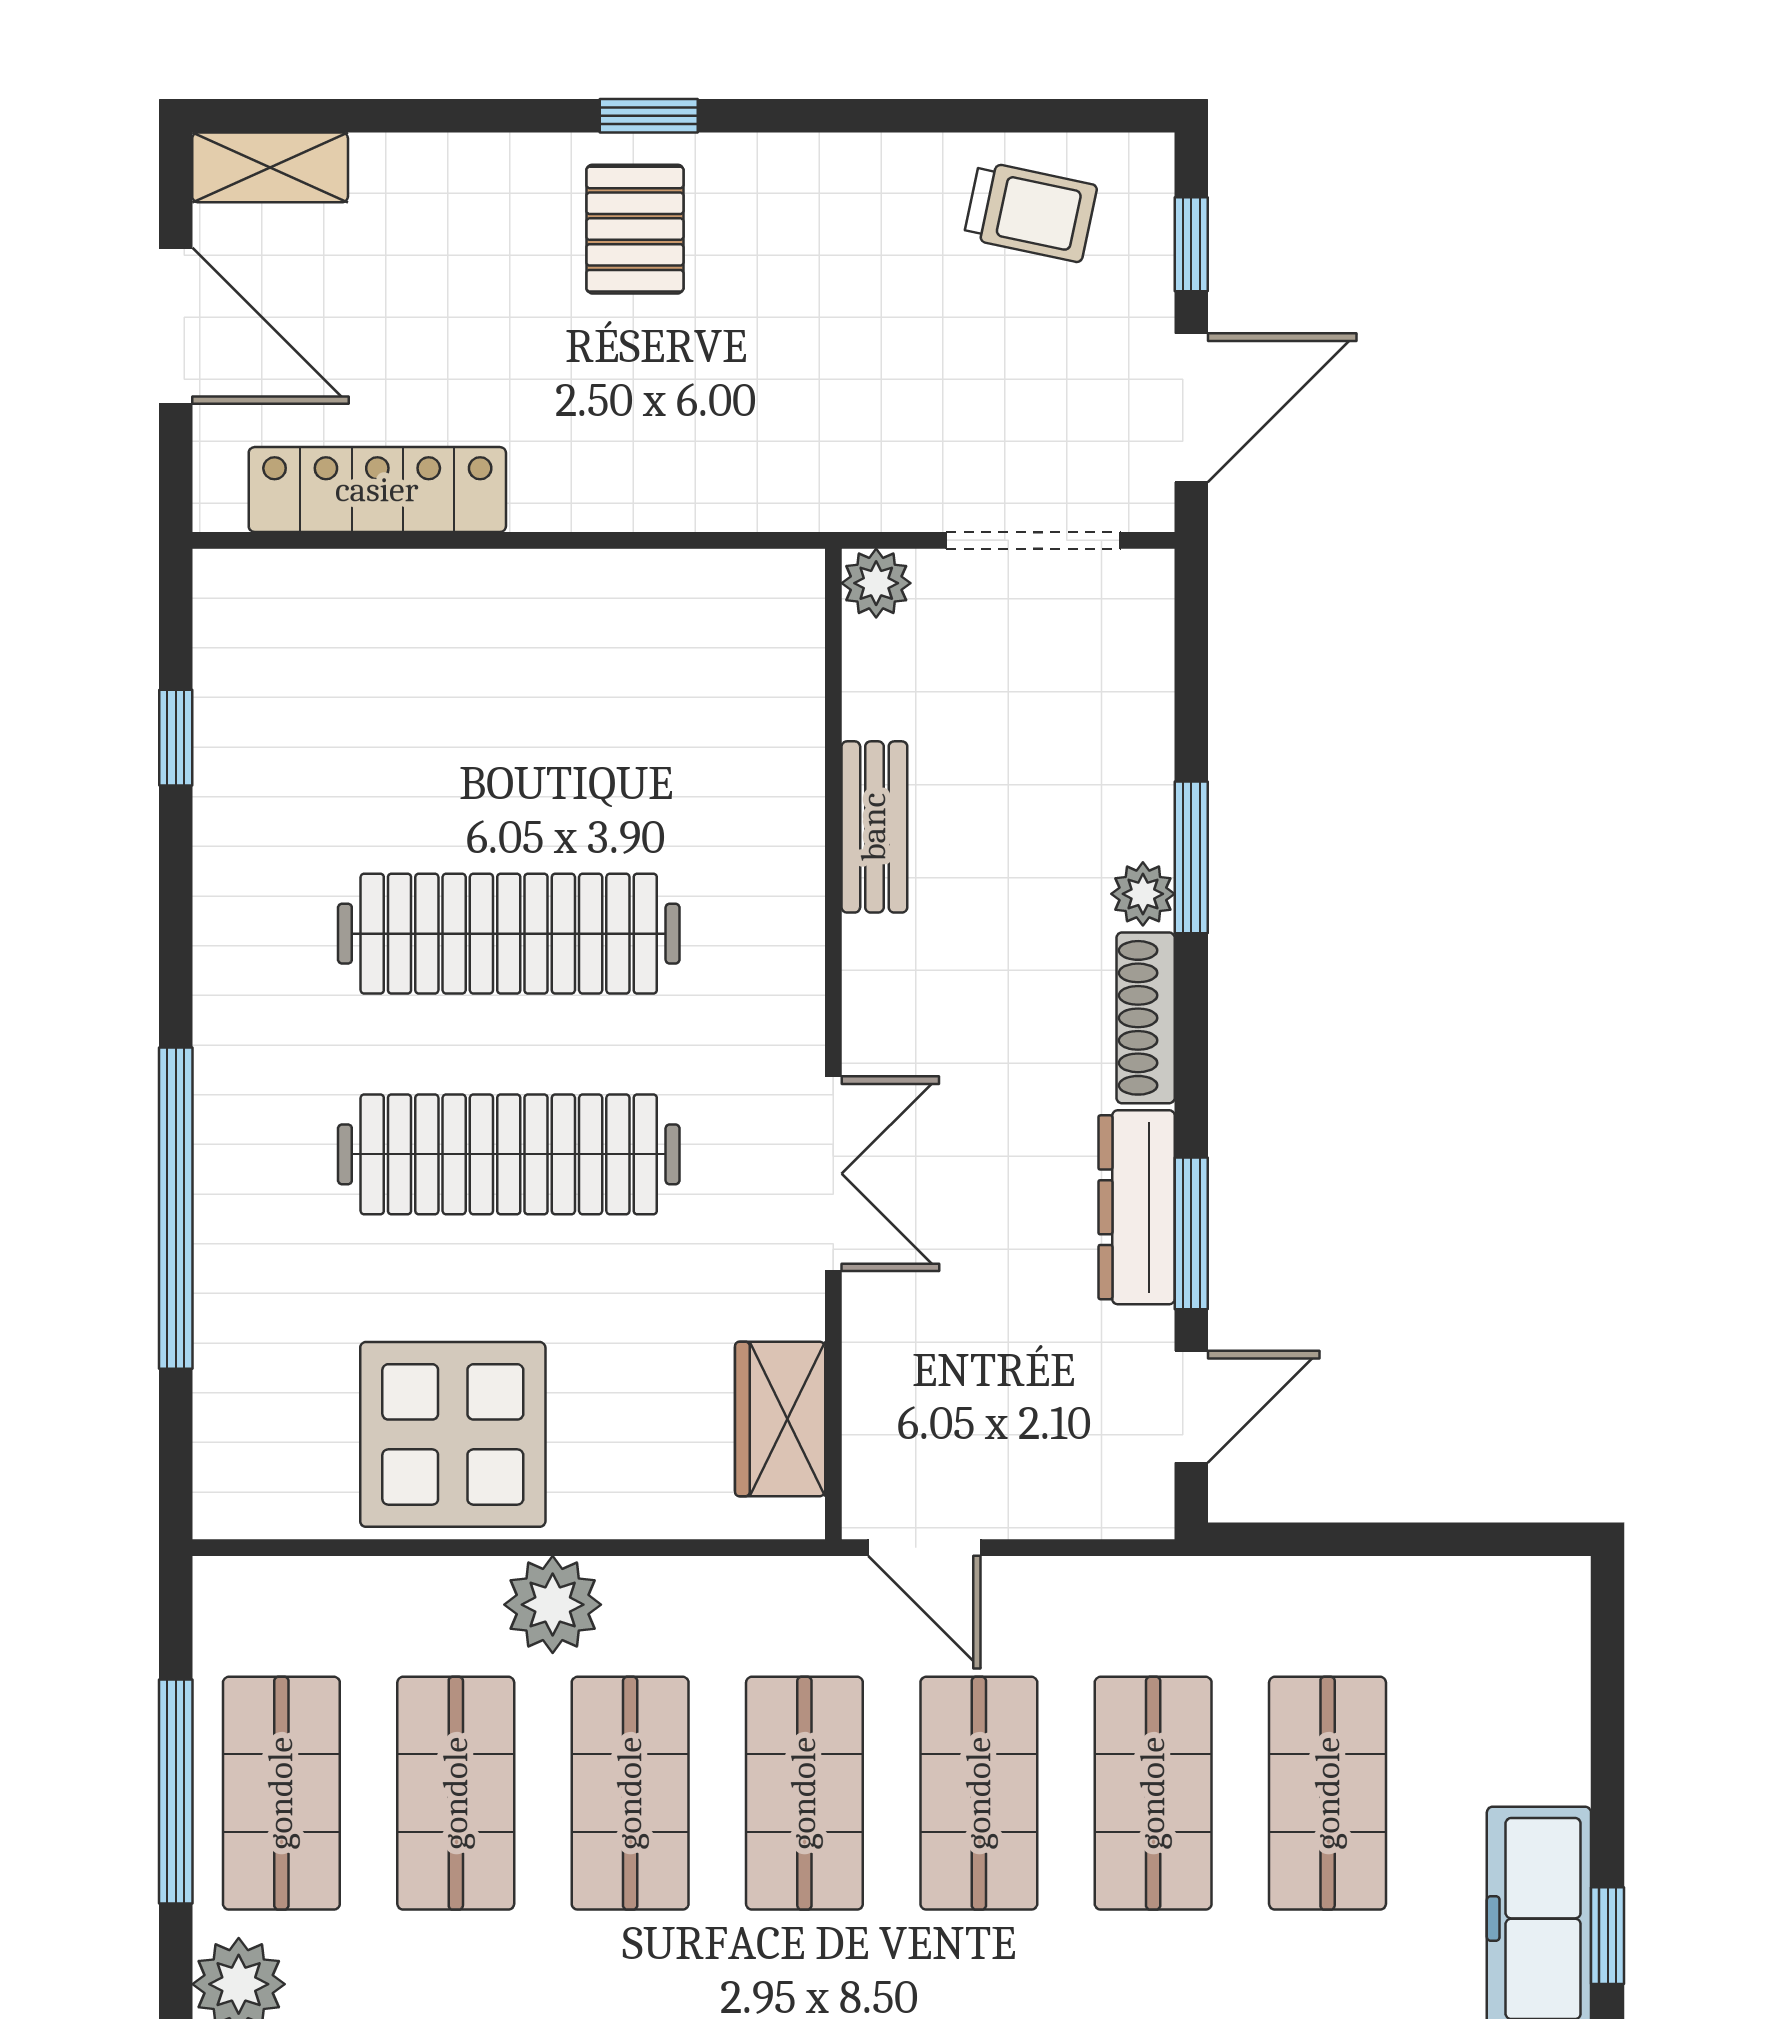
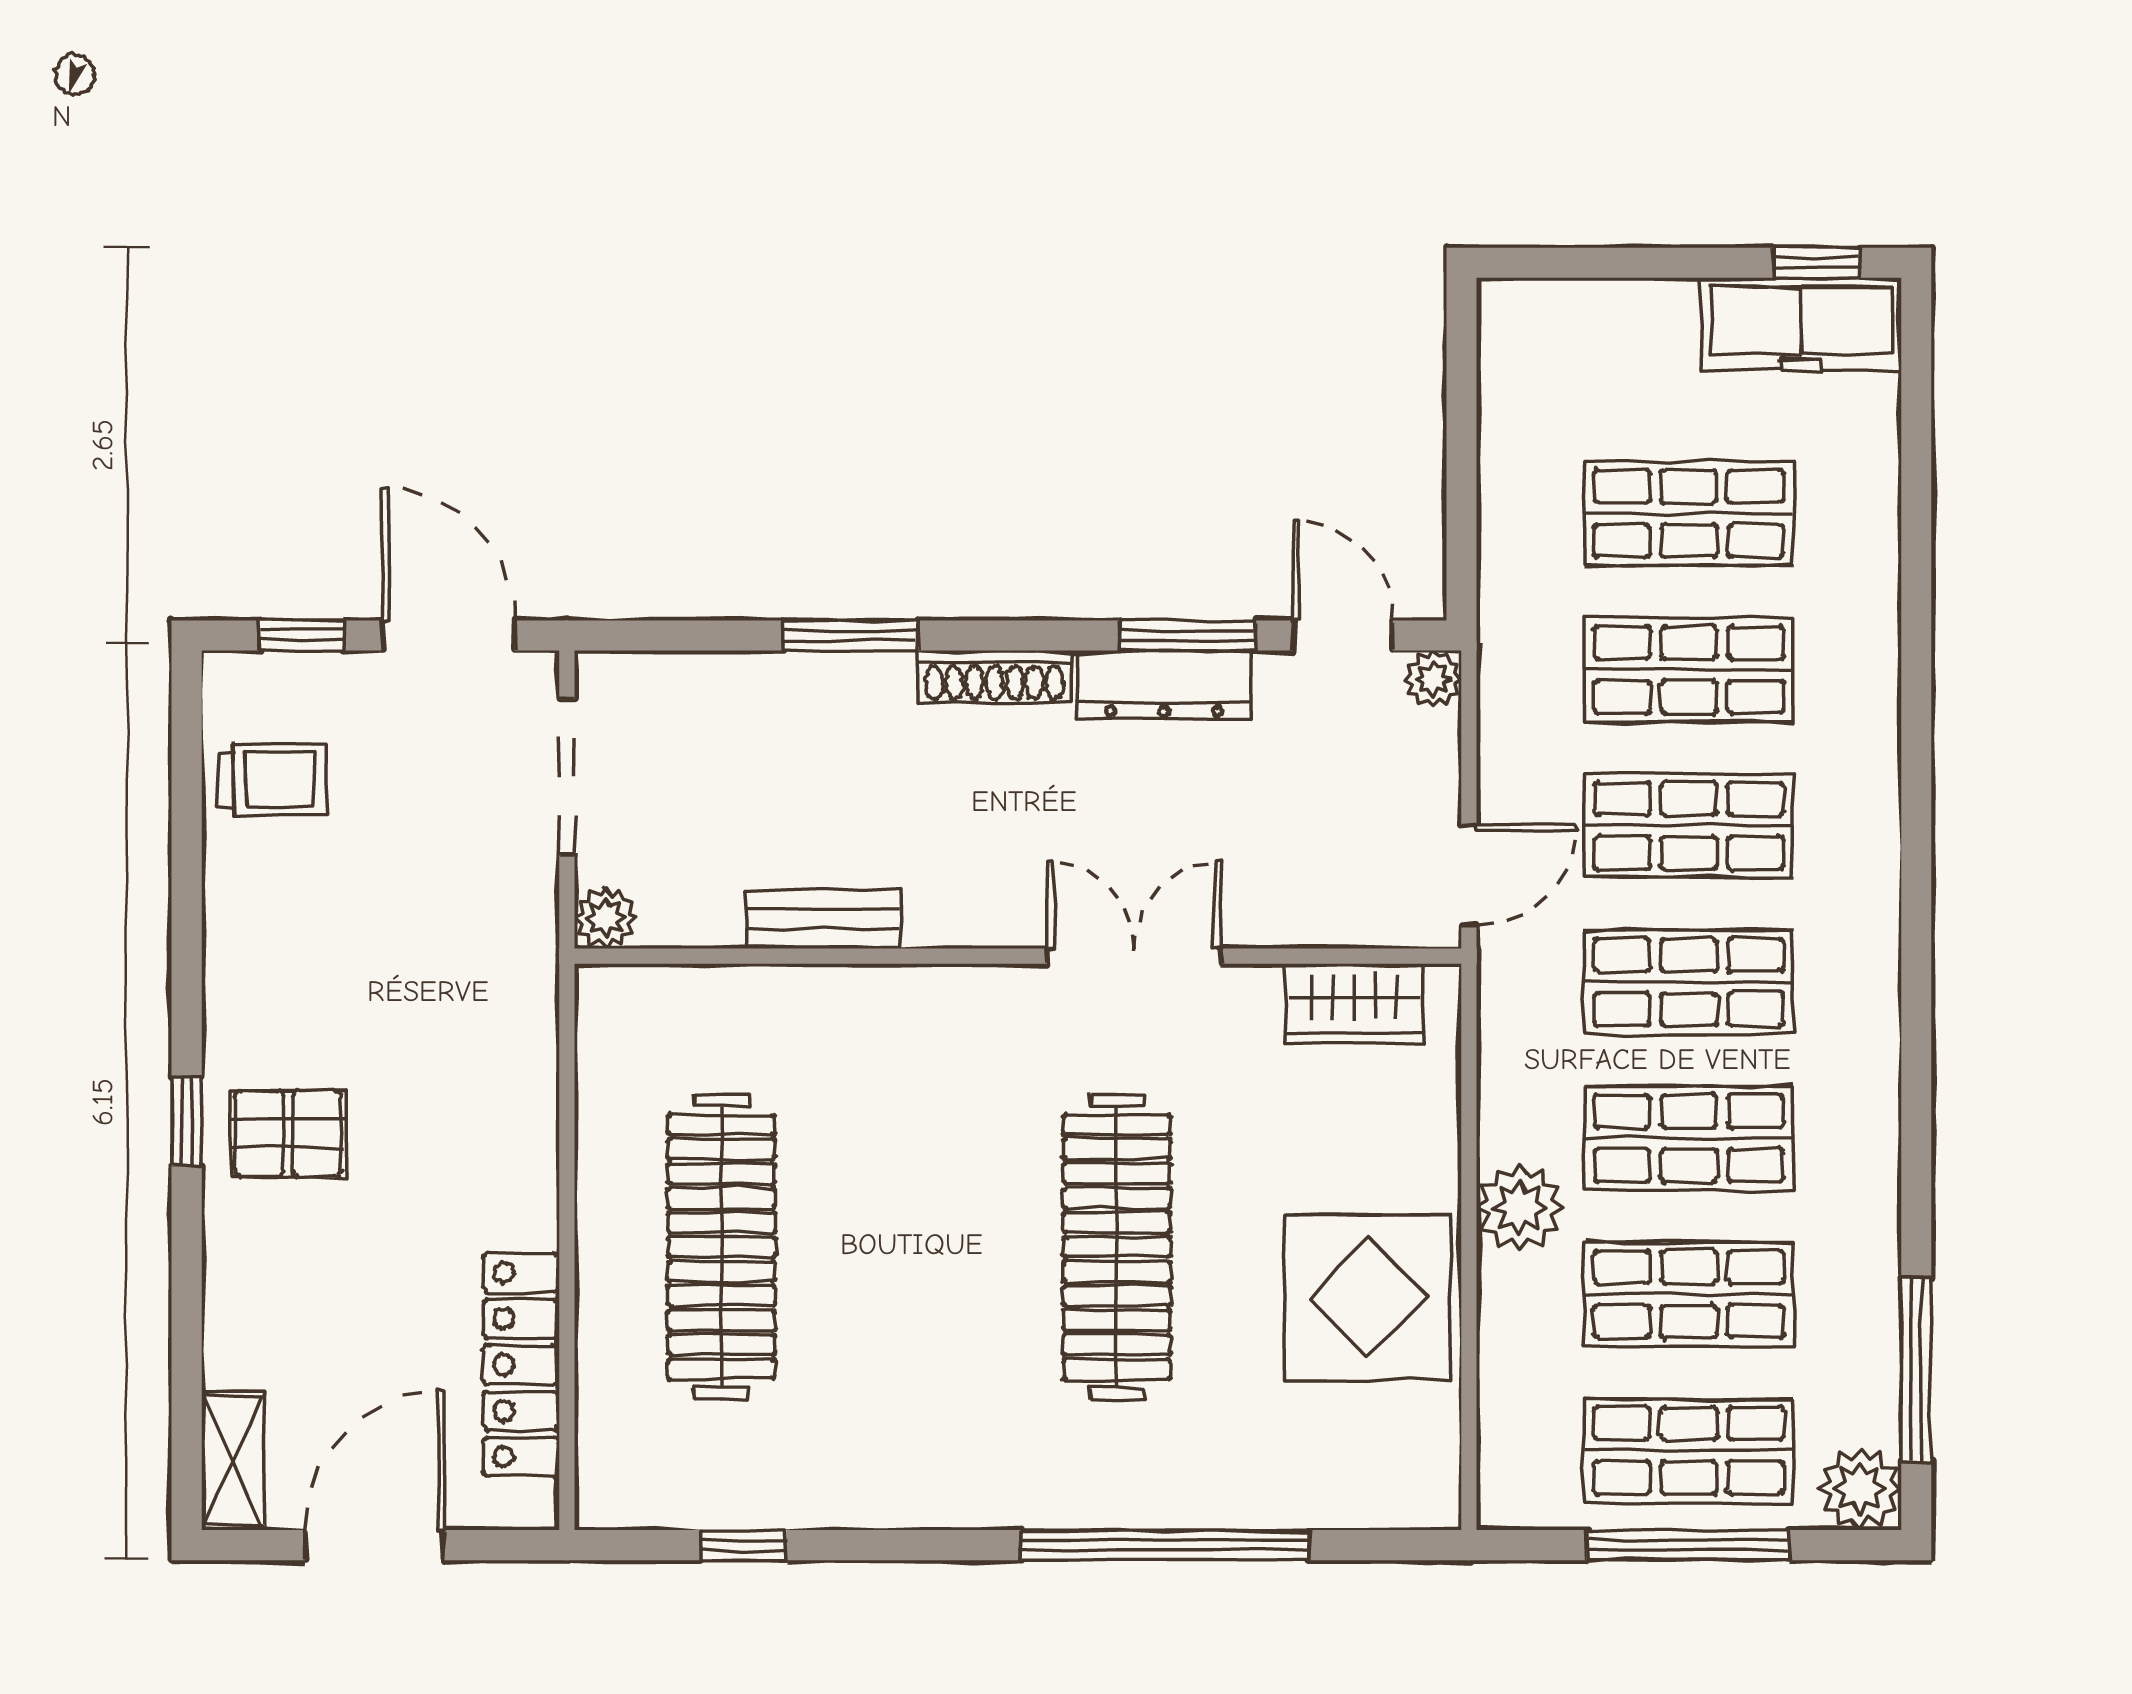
trolley: (1030, 212) -> (272, 780), turned 78
plant: (1143, 894) -> (1433, 679), moved
clothes rail: (509, 934) -> (721, 1247), moved

